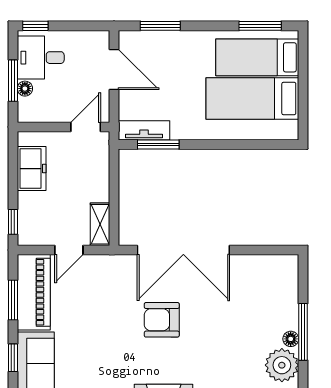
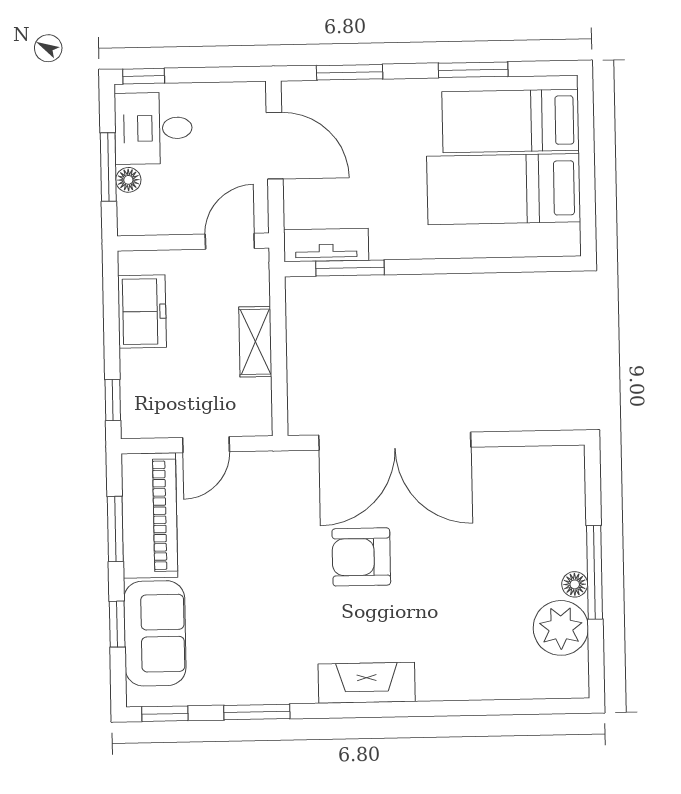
window: (260, 26) -> (473, 70), moved
shelving: (100, 224) -> (255, 342), moved

